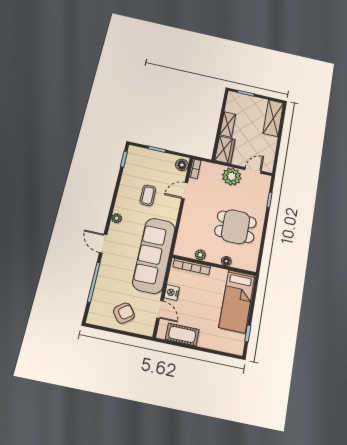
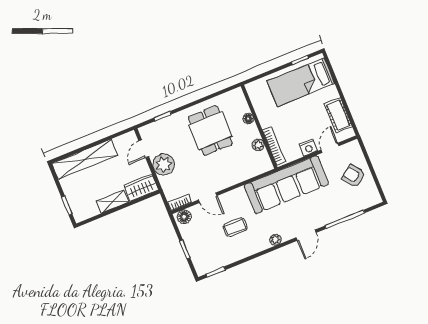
shelving: (273, 118) -> (85, 159), width x1.47
door: (253, 170) -> (144, 149), hinge flipped
bed: (237, 301) -> (301, 82), moved, turned 180

